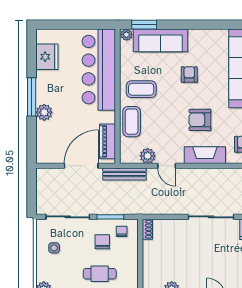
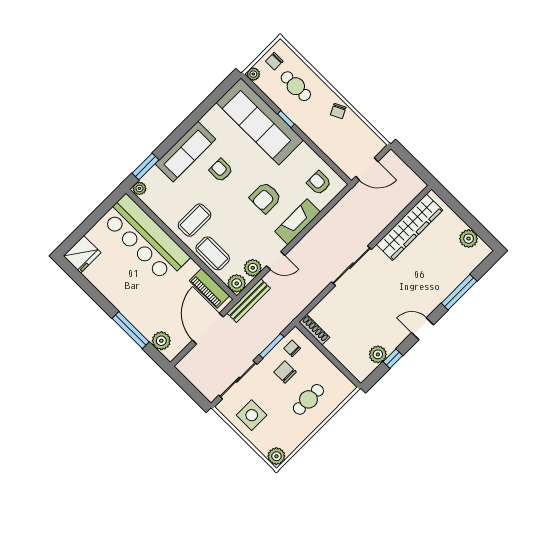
sofa: (161, 40) -> (185, 151), moved
fridge: (47, 57) -> (82, 254), moved, turned 90
window: (32, 97) -> (131, 330), moved
plant: (44, 112) -> (161, 341), moved
plant: (128, 156) -> (237, 283), added
shoe rack: (147, 229) -> (314, 330), width x1.43
side table: (54, 248) -> (252, 415), width x1.87, depth x1.87

